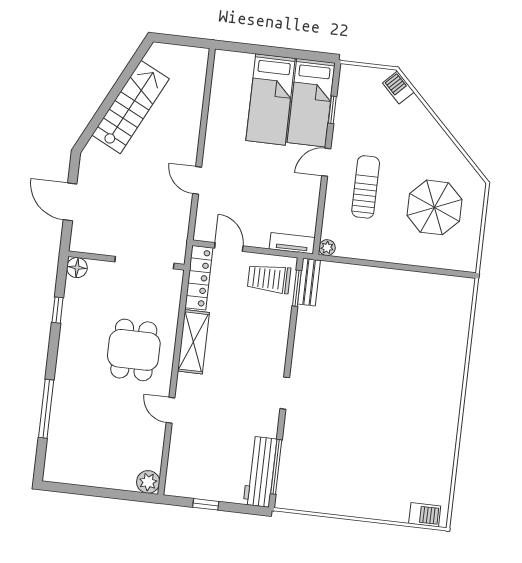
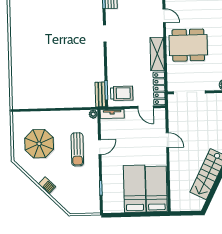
barbecue: (398, 88) -> (47, 185), moved
bed: (311, 103) -> (156, 189), moved
door: (326, 162) -> (100, 147), moved
dining table: (134, 350) -> (188, 45), width x1.37

